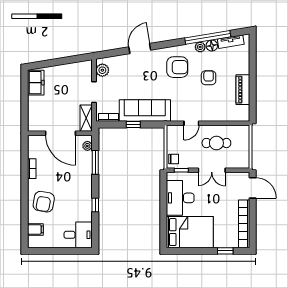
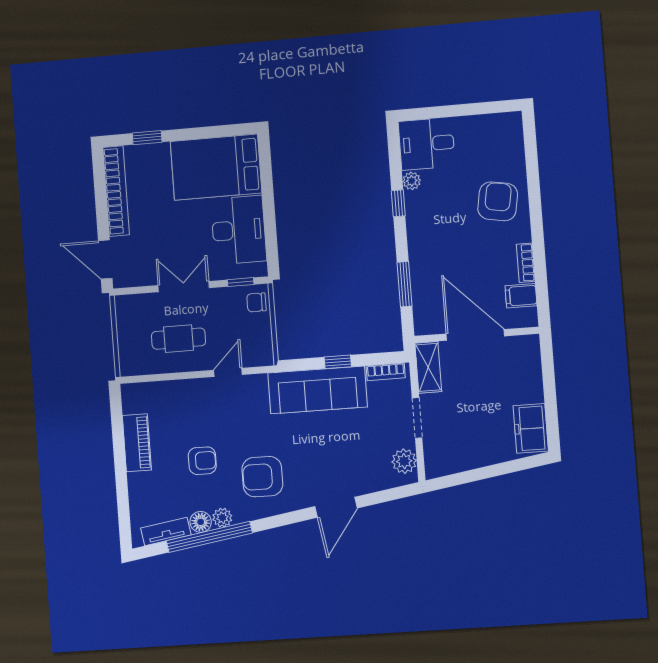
armchair: (209, 78) -> (202, 461), turned -90
plant: (87, 146) -> (412, 181), moved
filing cabinet: (35, 229) -> (521, 296), moved

